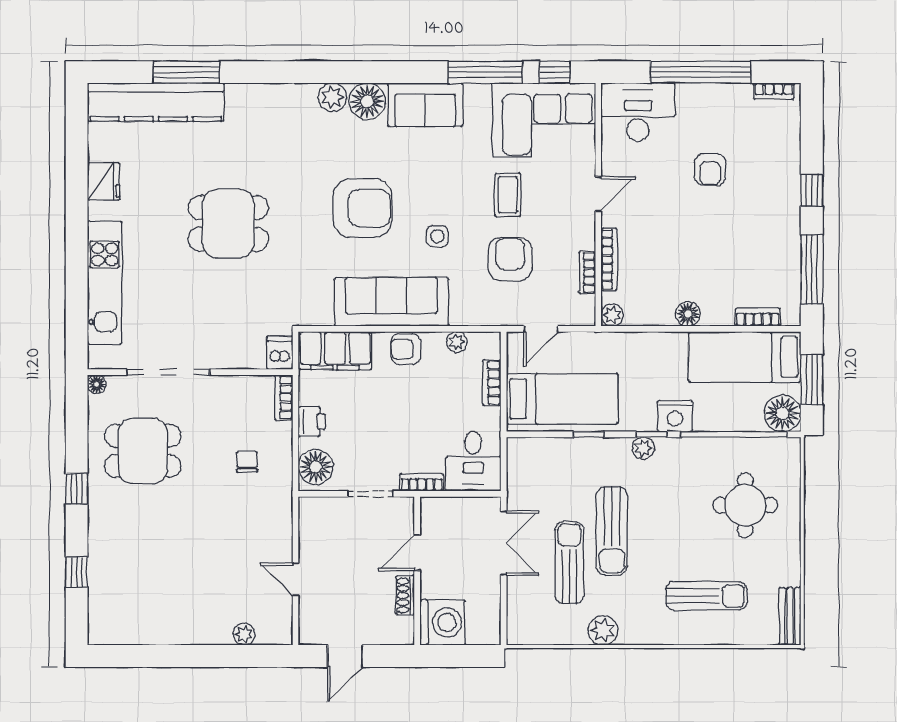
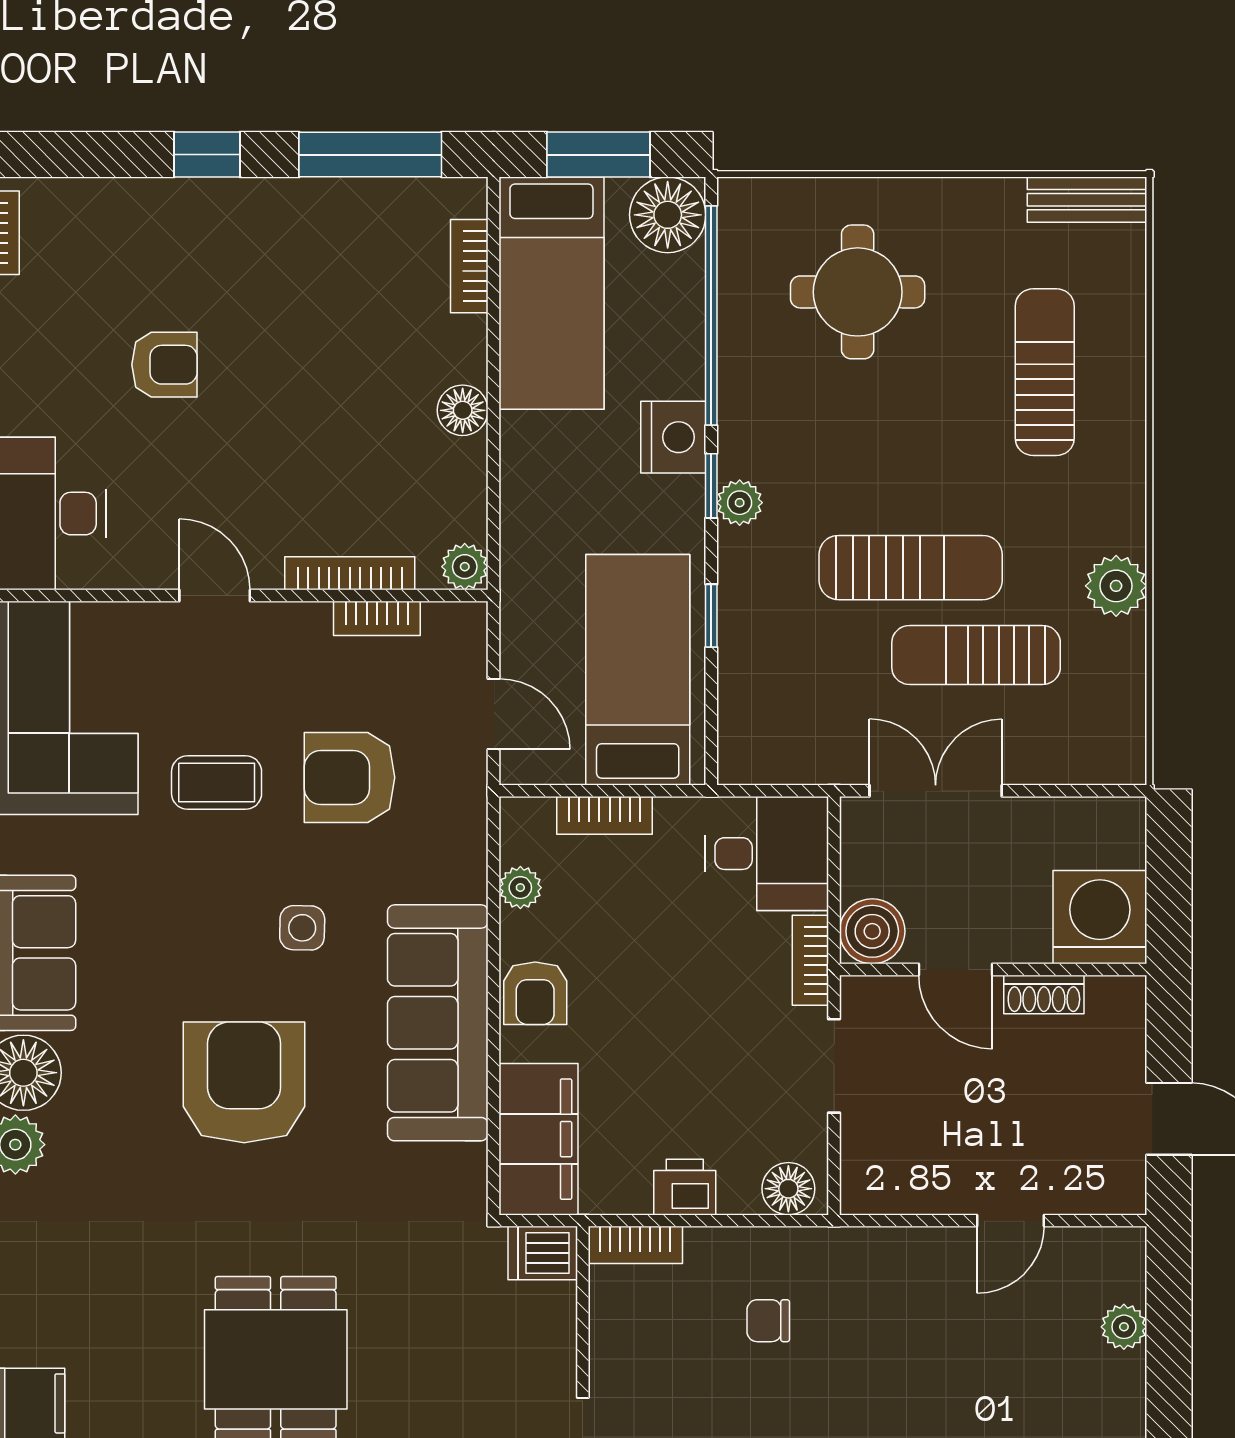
floor lamp: (316, 467) -> (788, 1189), width x0.73, depth x0.73
boiler: (436, 512) -> (872, 931), added

